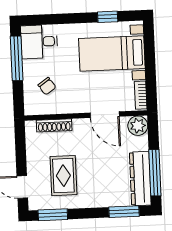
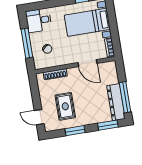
window: (17, 58) -> (27, 43), moved
plant: (138, 126) -> (110, 68), removed
window: (53, 215) -> (75, 131), moved

